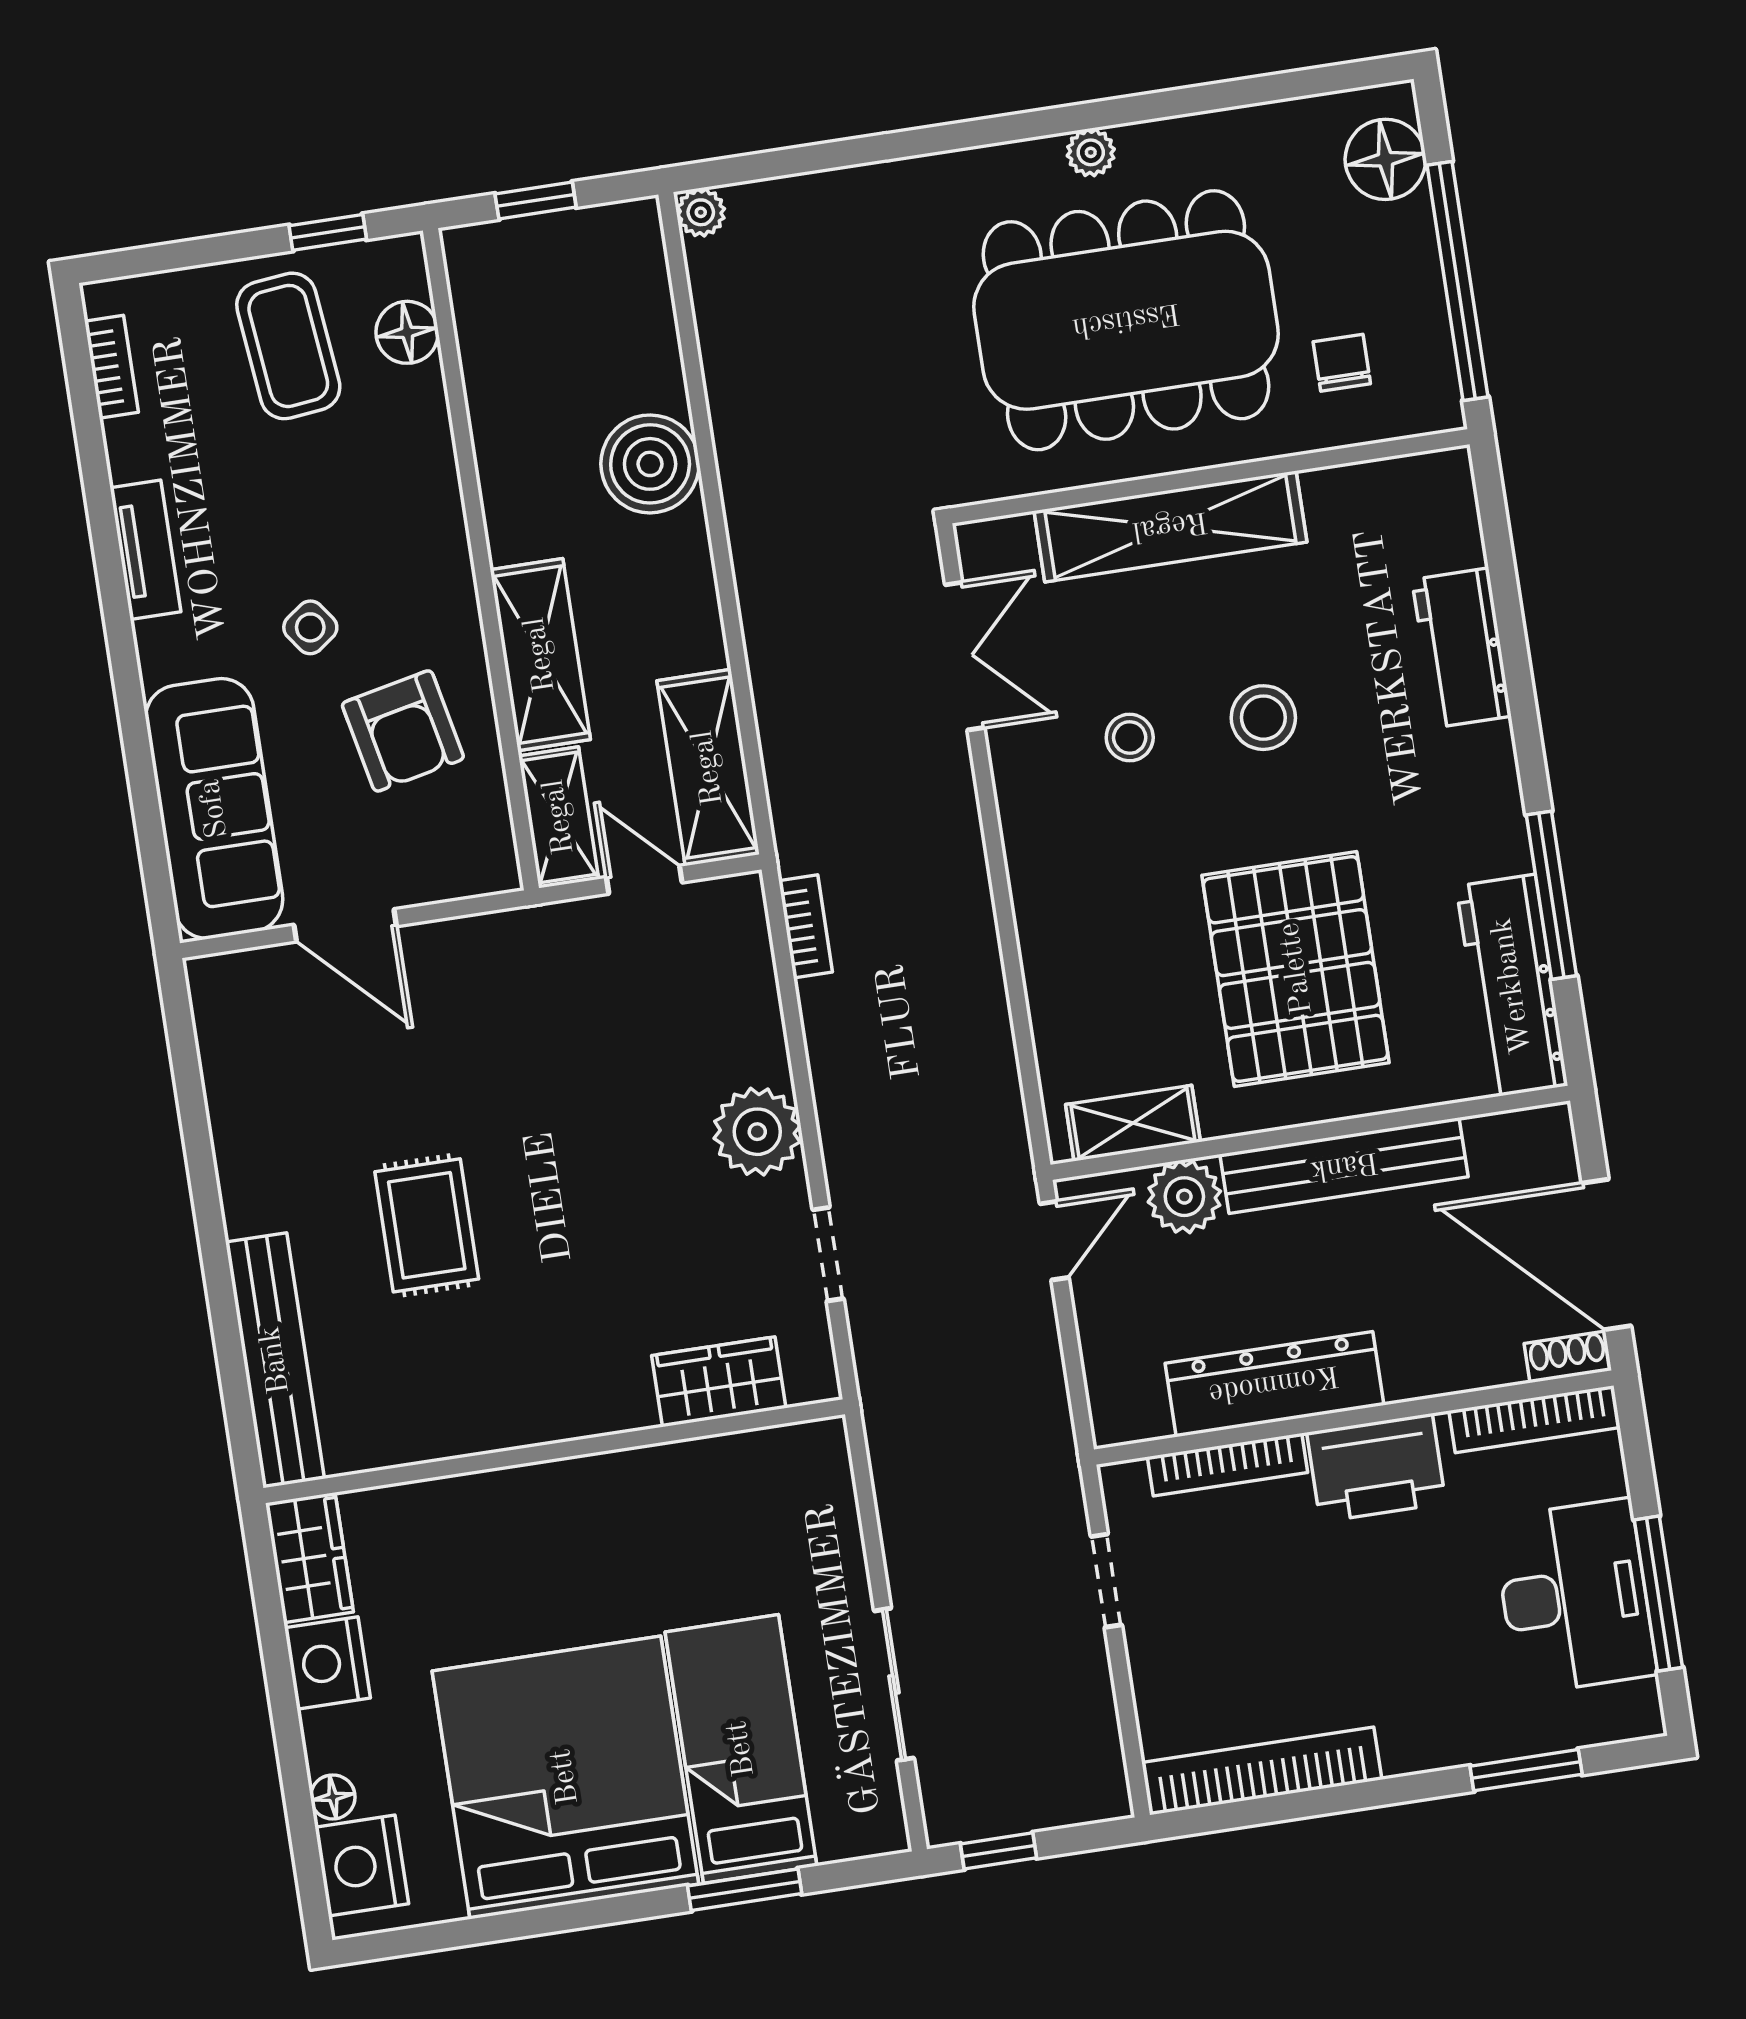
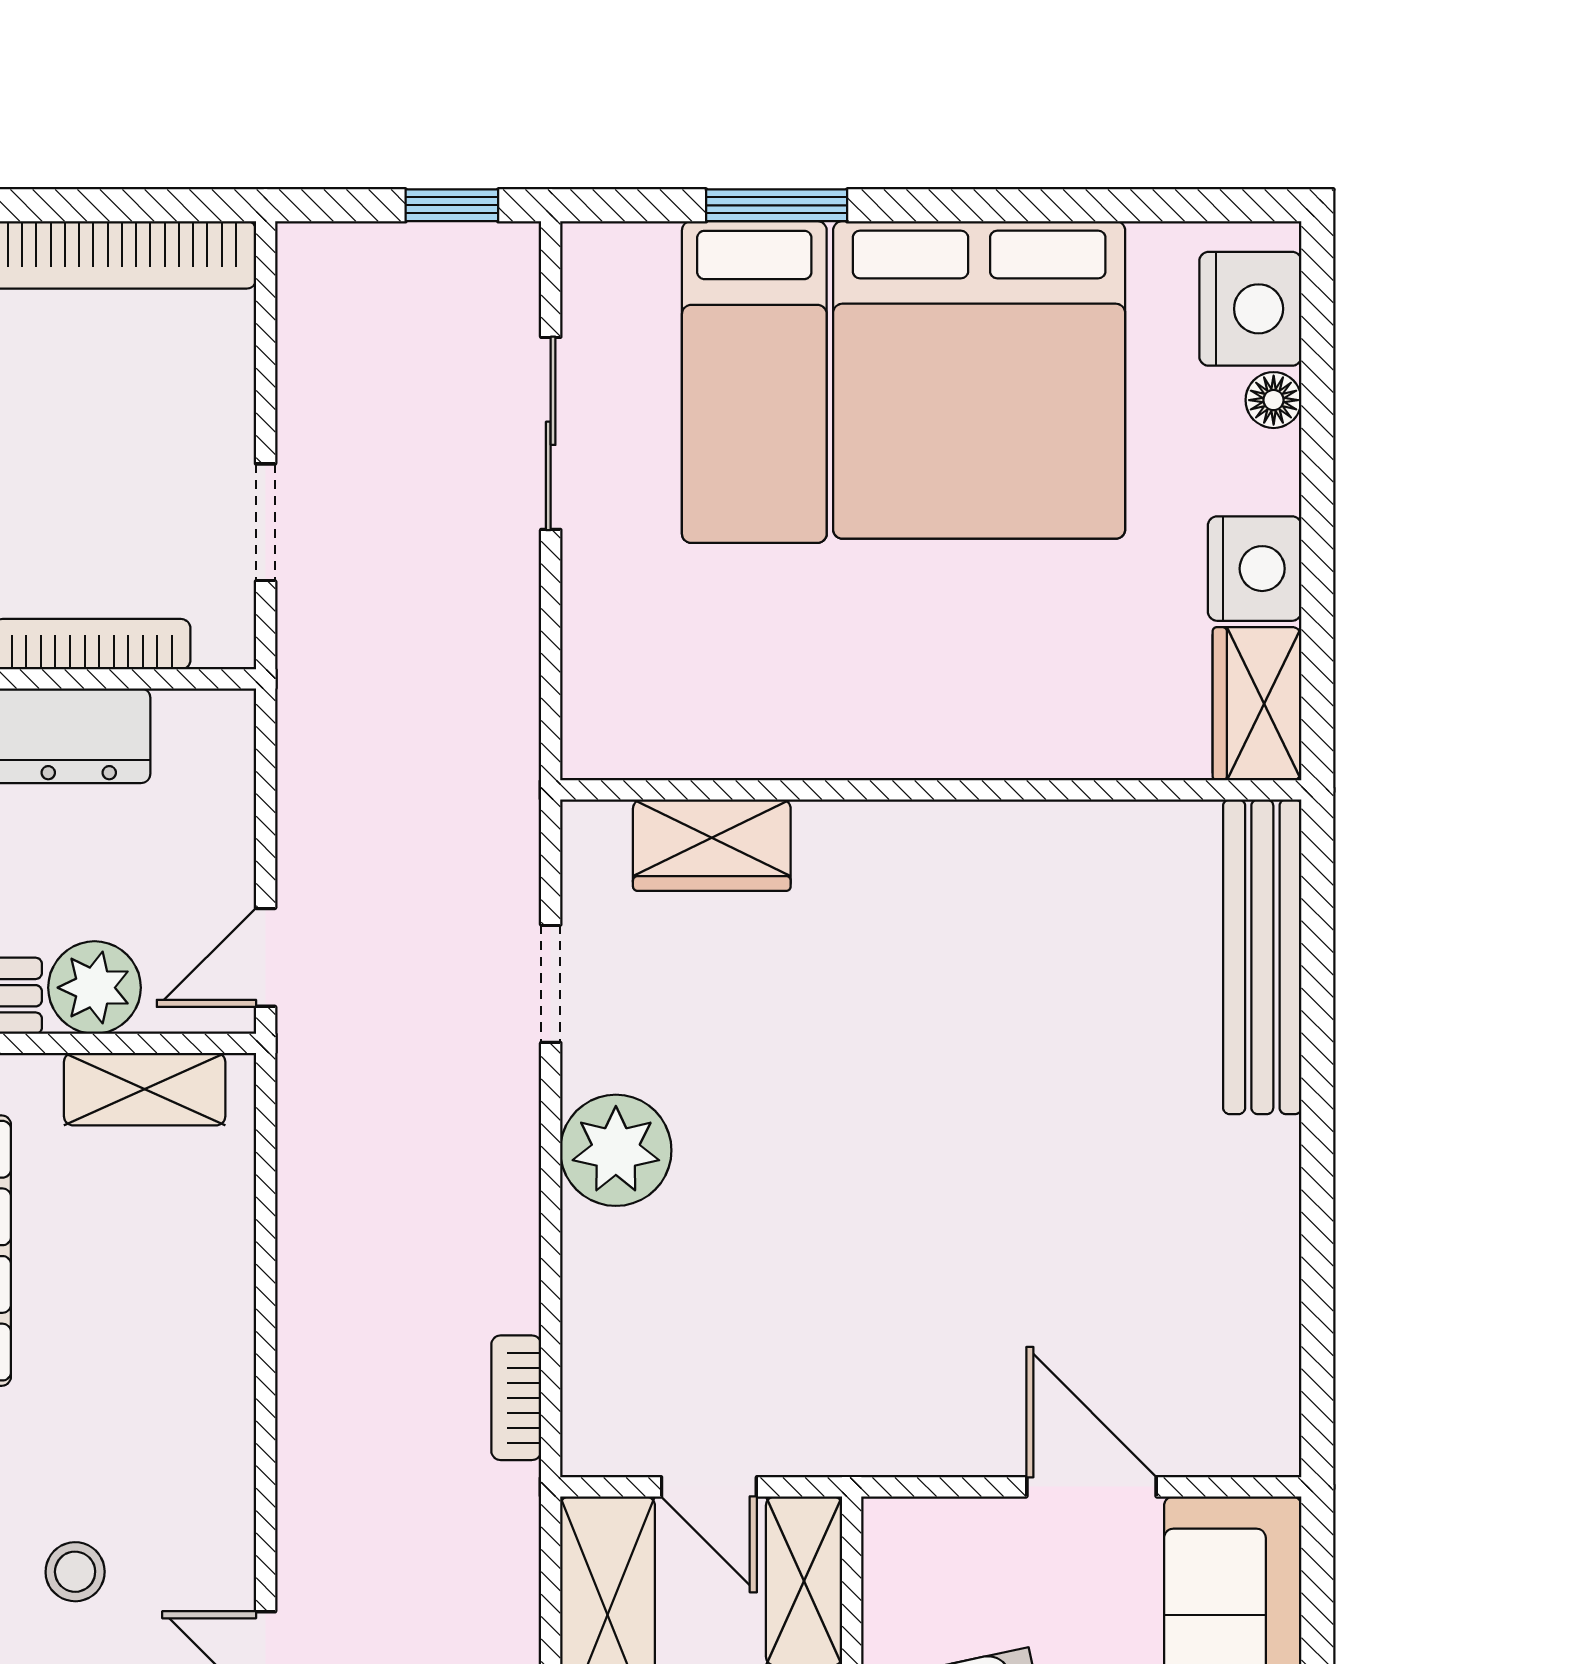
rug: (427, 1225) -> (1047, 1097), removed

